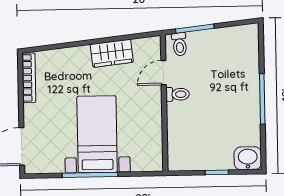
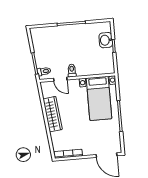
wardrobe: (112, 53) -> (53, 114), width x1.50
bed with nightstands: (97, 134) -> (99, 98), moved, turned -90
washbasin: (248, 158) -> (106, 40), moved

